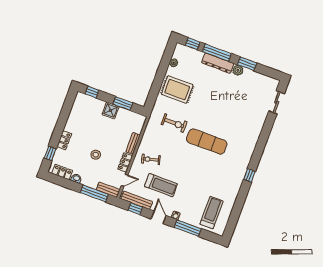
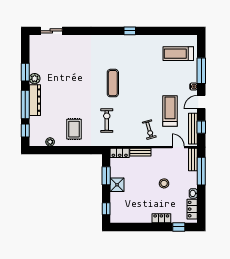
rug: (177, 90) -> (74, 129), width x0.73, depth x0.70
exercise mat: (207, 142) -> (113, 83), width x0.73, depth x0.69
locker: (125, 162) -> (120, 153), moved

